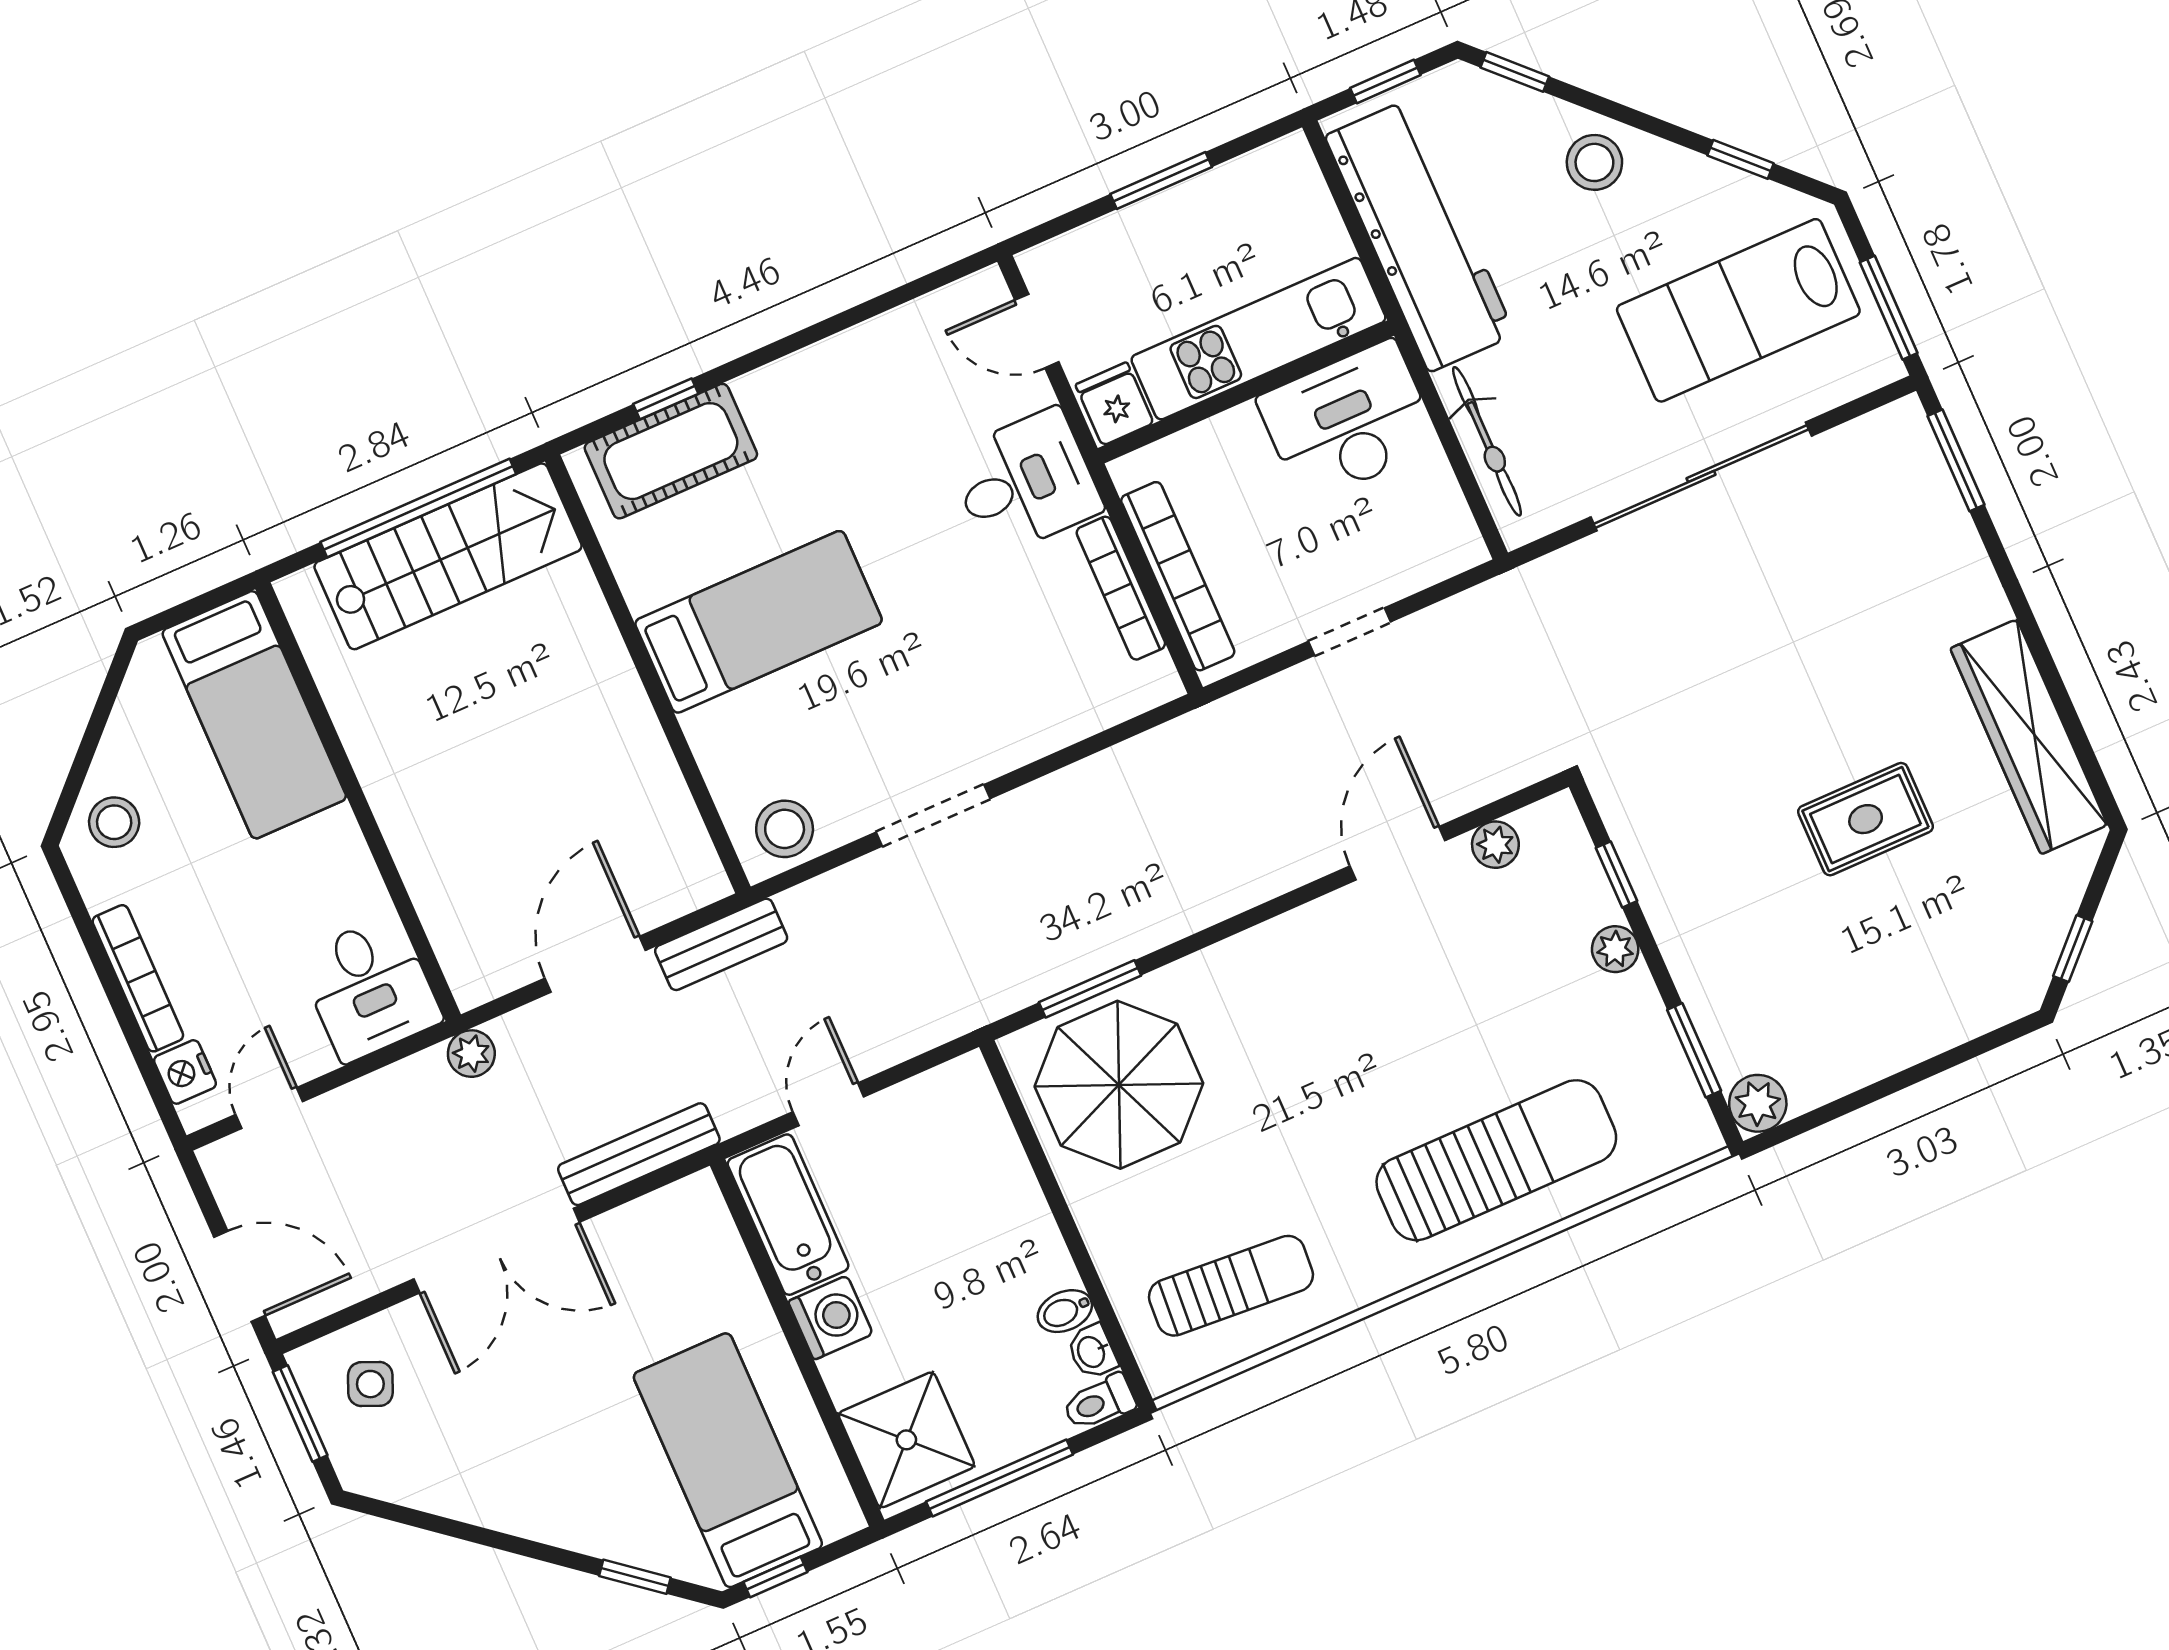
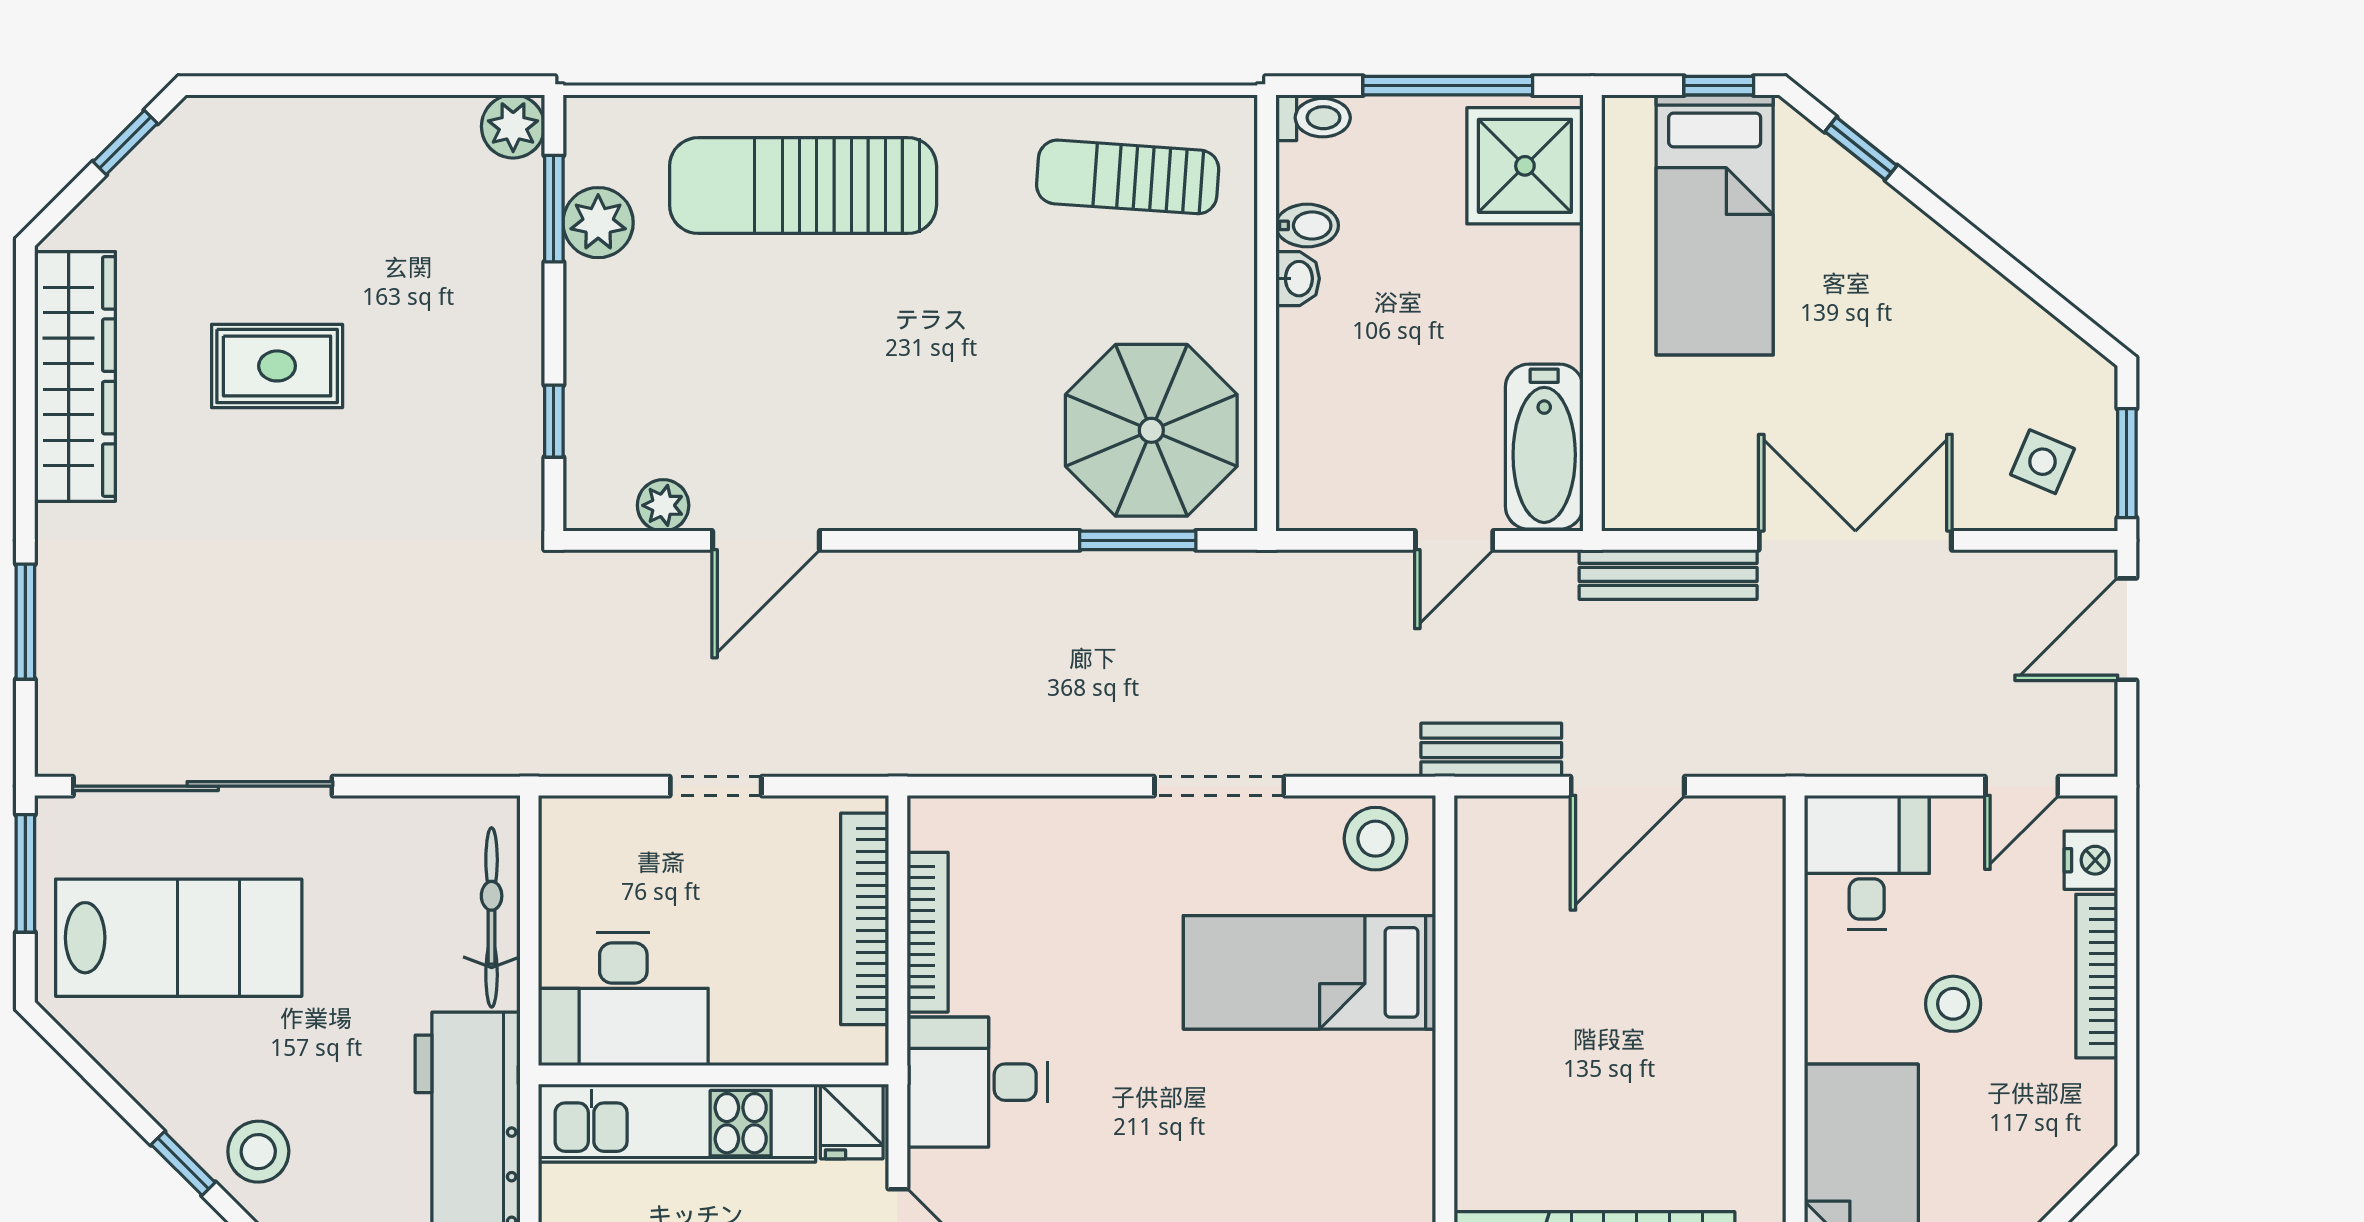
window: (1740, 159) -> (183, 1163), moved
window: (1956, 460) -> (25, 622), moved
sliding door: (1701, 477) -> (203, 786), moved
bed: (758, 622) -> (1309, 972), moved
stool: (114, 822) -> (1953, 1004), moved
plant: (1615, 949) -> (598, 223), moved, width x1.38, depth x1.38
plant: (471, 1054) -> (1793, 751), removed
door: (239, 1276) -> (2127, 629), hinge flipped
washing machine: (830, 1318) -> (1547, 323), removed
washbasin: (1092, 1352) -> (1298, 279), moved

